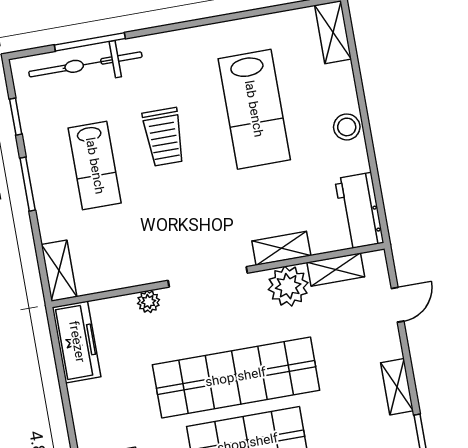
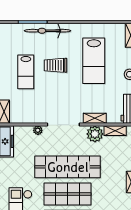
bicycle: (85, 64) -> (47, 31), moved
trolley: (164, 137) -> (56, 65), turned 90

